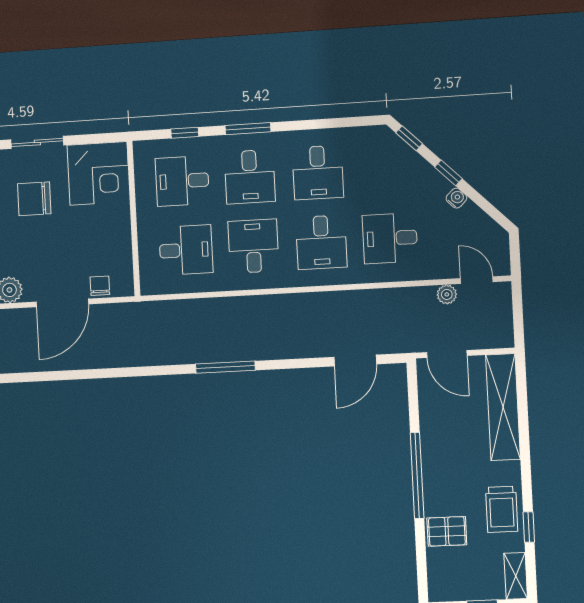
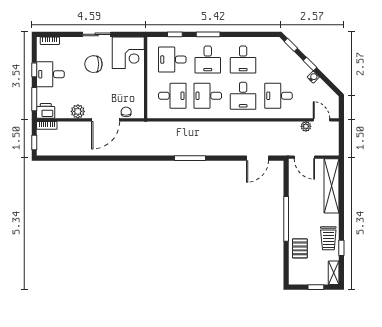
desk: (253, 246) -> (208, 96), turned -90
pallet: (447, 531) -> (300, 248), turned 90

